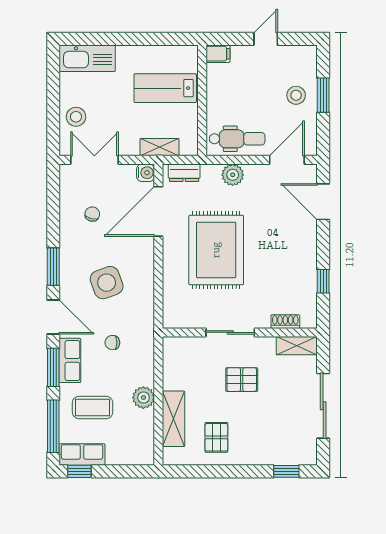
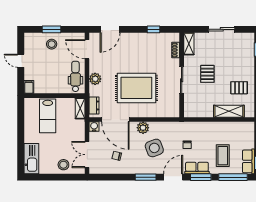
shelving: (160, 147) -> (80, 108), moved
plant: (143, 398) -> (143, 128), moved
sliding door: (323, 406) -> (222, 29), width x0.73

